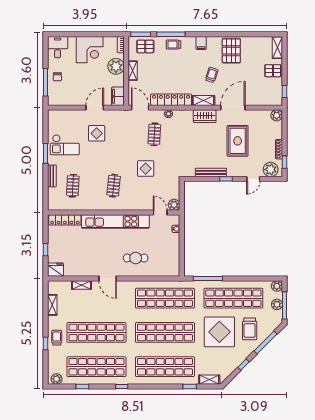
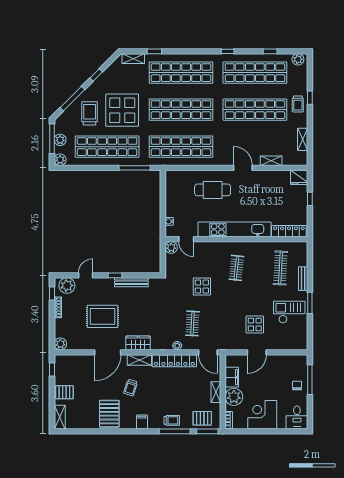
filing cabinet: (118, 96) -> (232, 377), moved
rug: (238, 141) -> (103, 316), turned 90
clothes rail: (73, 186) -> (280, 268), width x1.36
cafe table: (136, 258) -> (213, 190), width x1.37, depth x1.35

